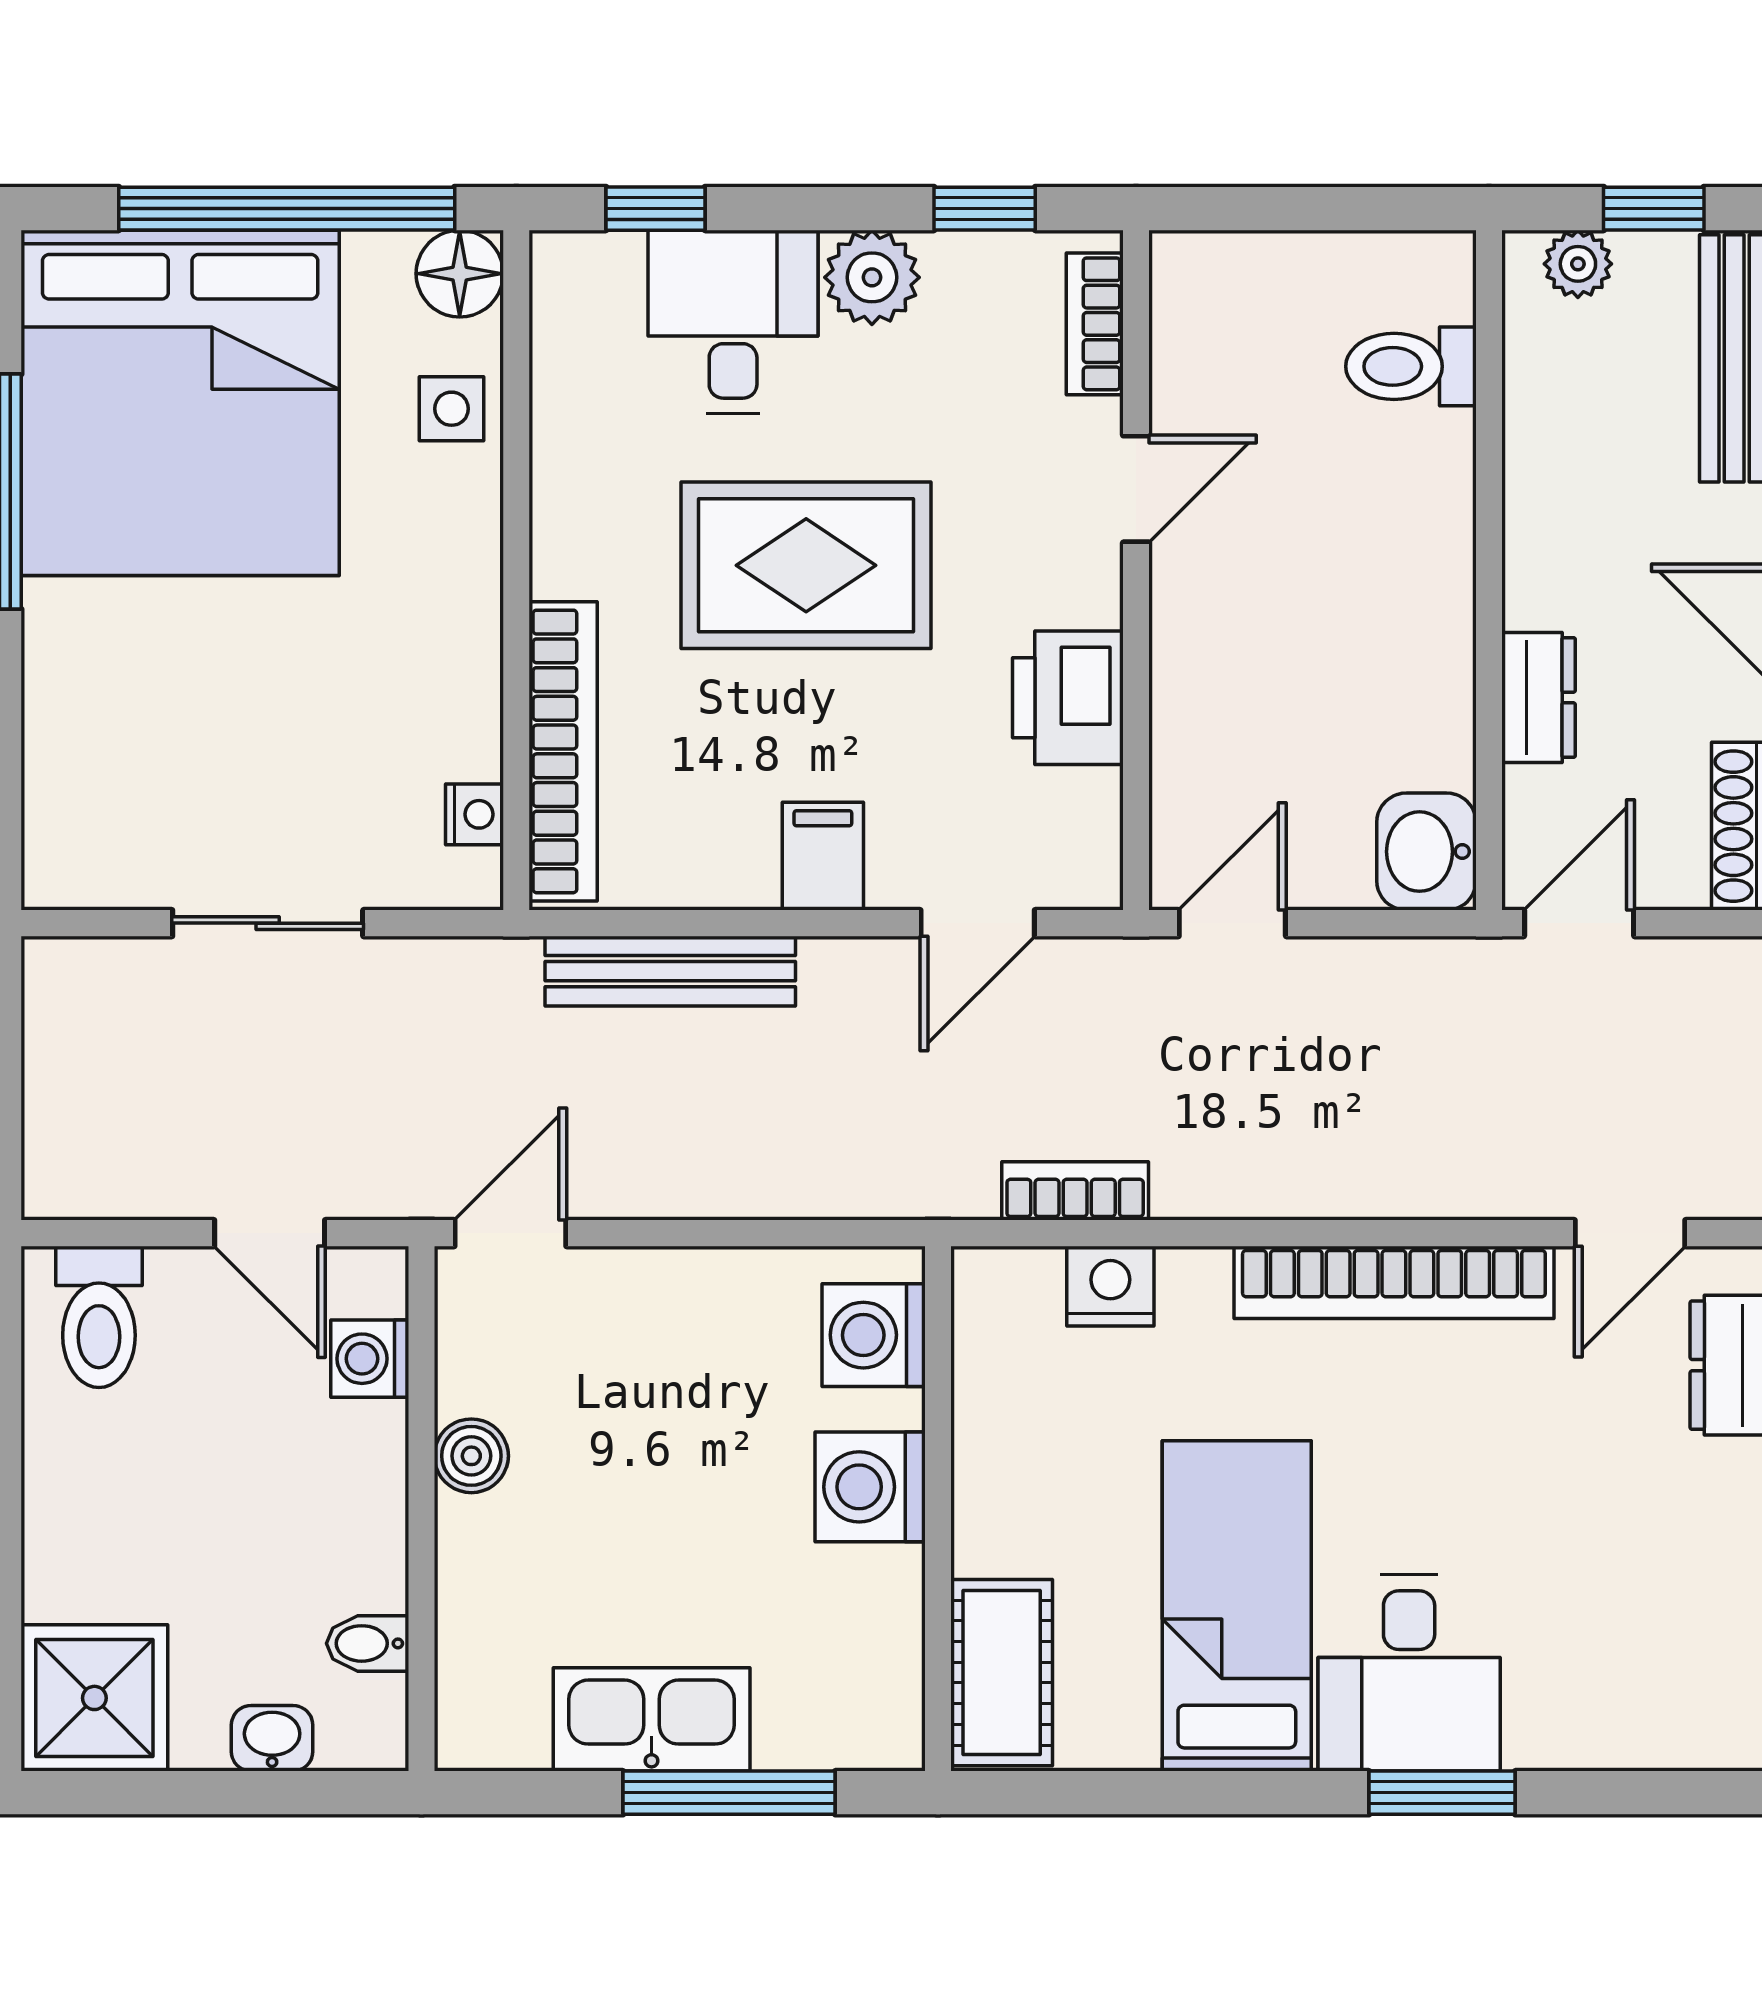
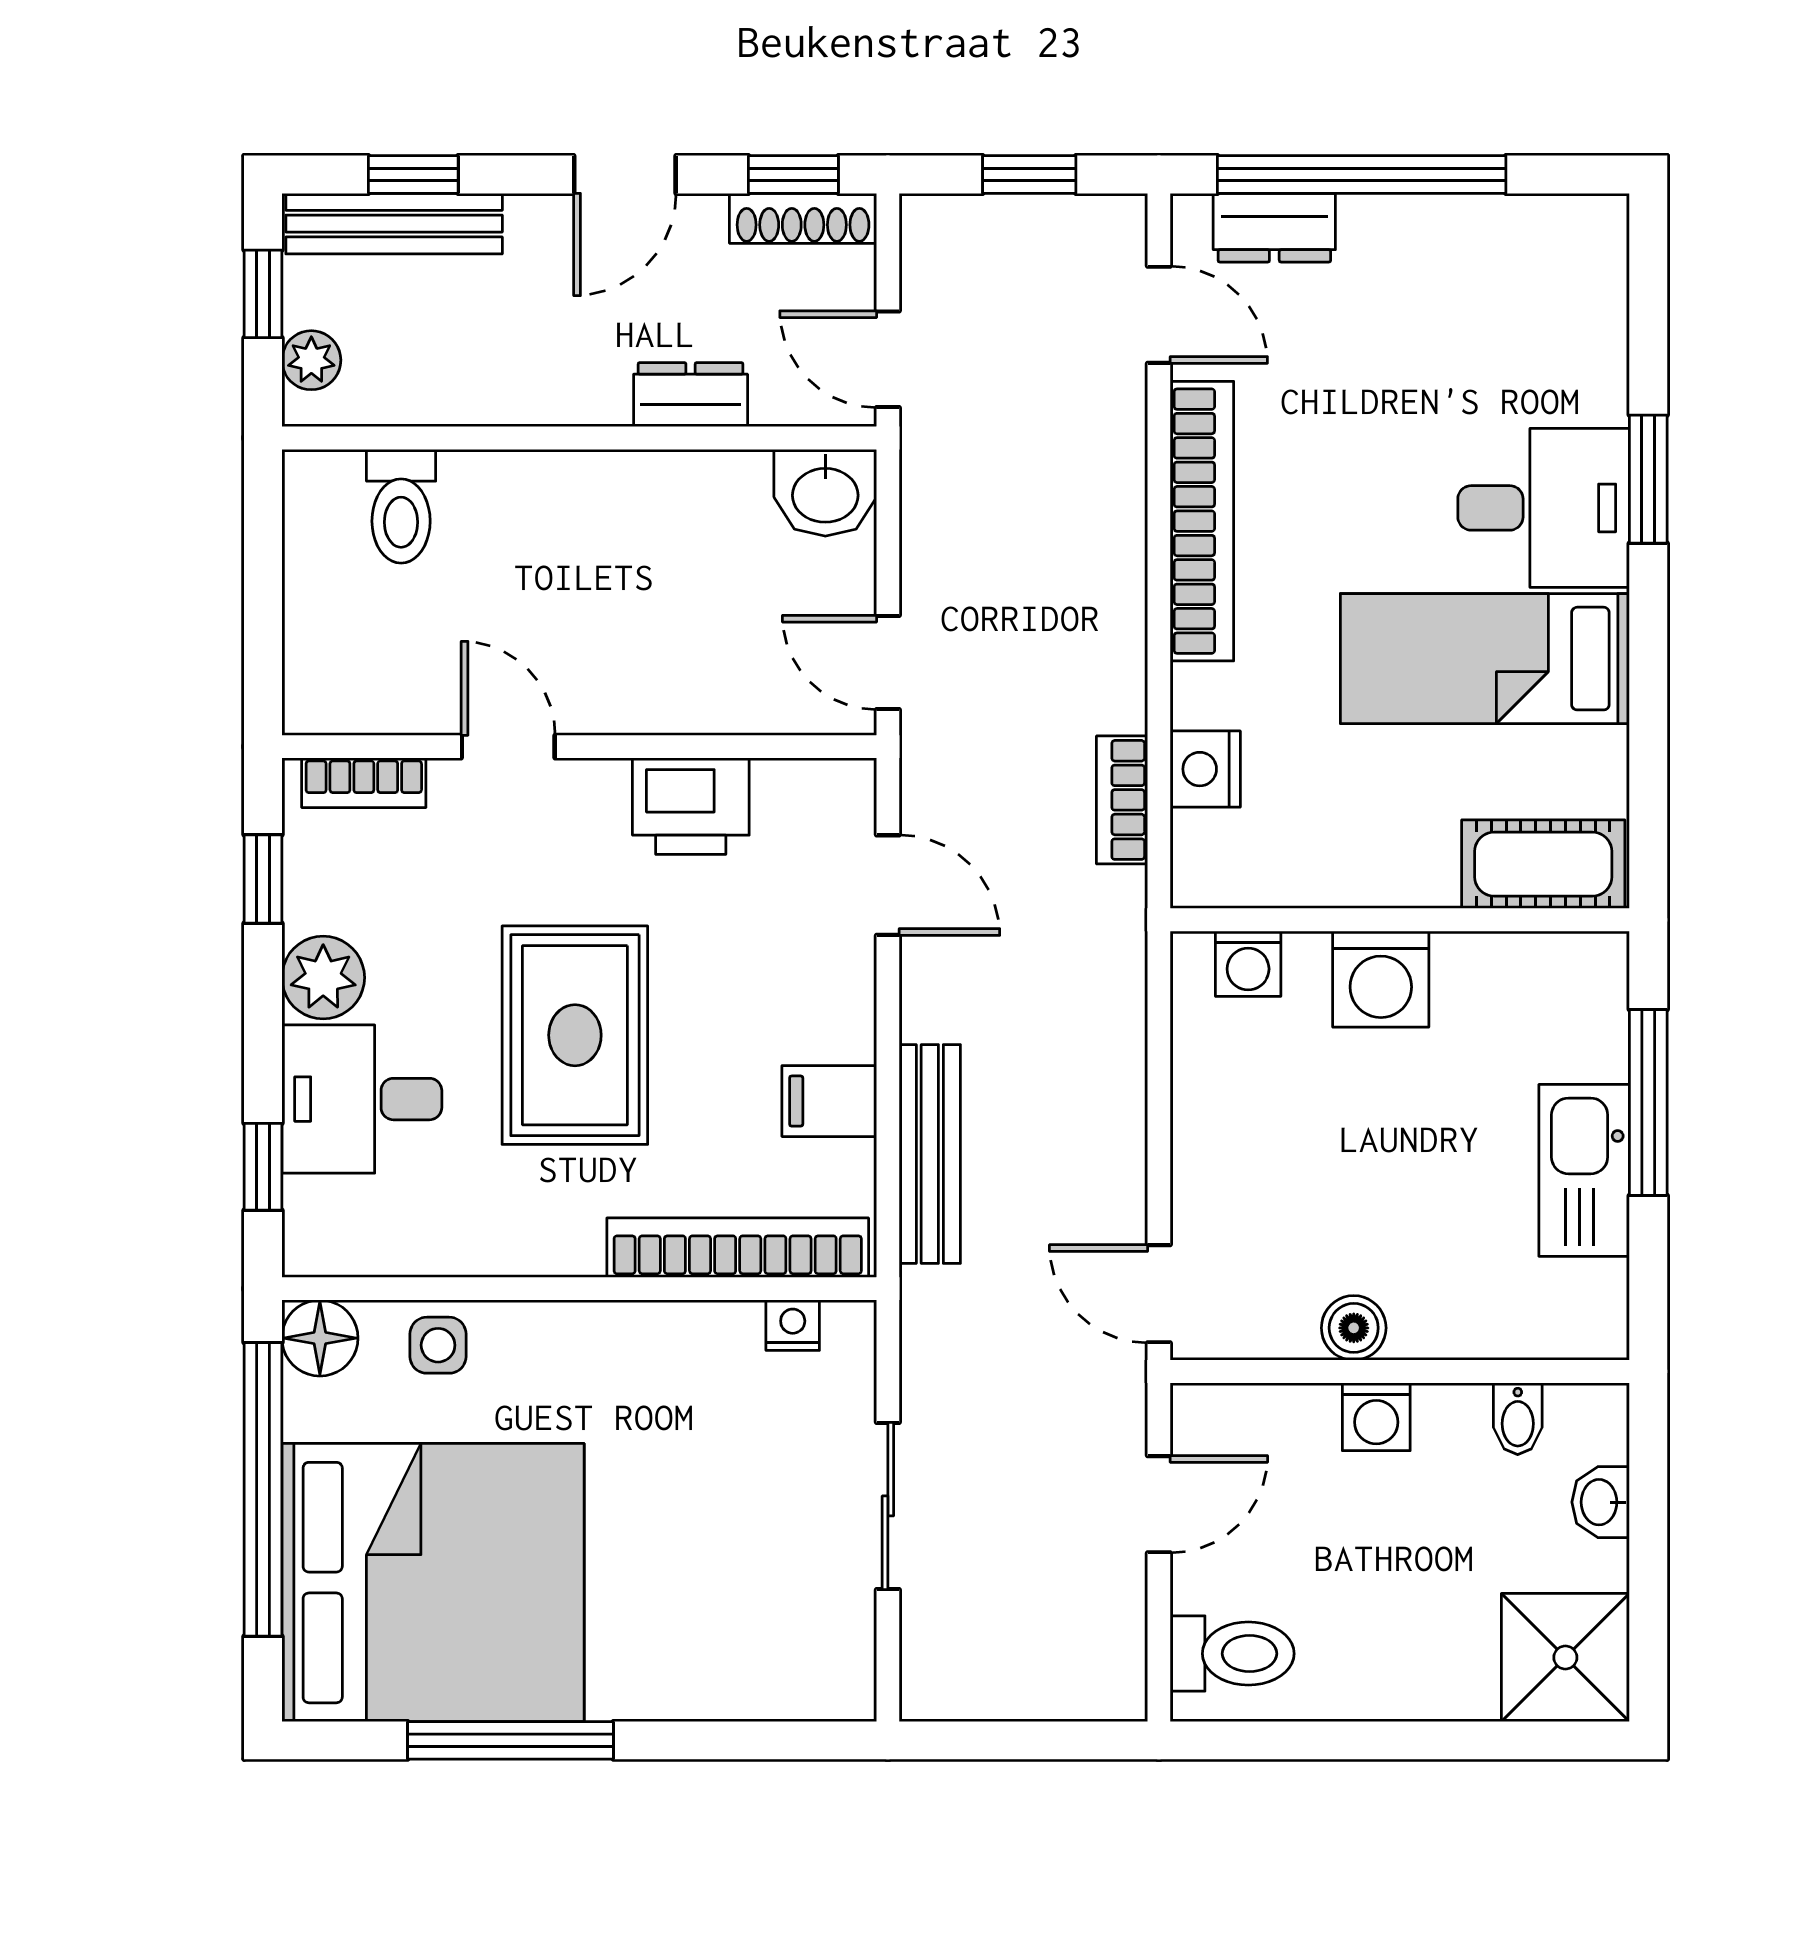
filing cabinet: (823, 856) -> (829, 1101), moved
washing machine: (874, 1335) -> (1248, 964), width x0.73, depth x0.73
washing machine: (370, 1359) -> (1376, 1417), moved

